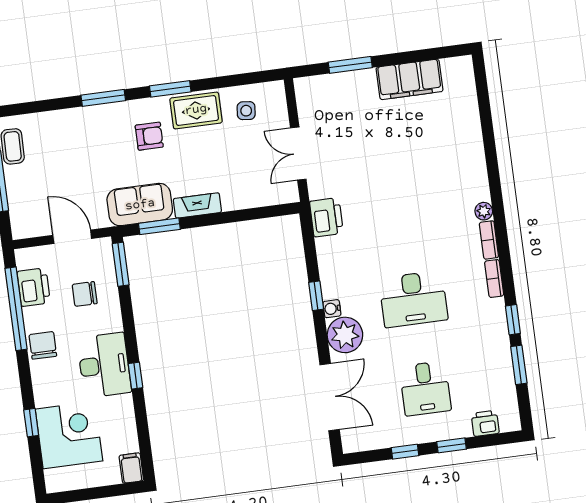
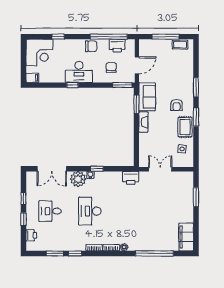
filing cabinet: (409, 79) -> (186, 237), moved
window: (489, 141) -> (154, 253), added
corner desk: (69, 435) -> (39, 52), moved

